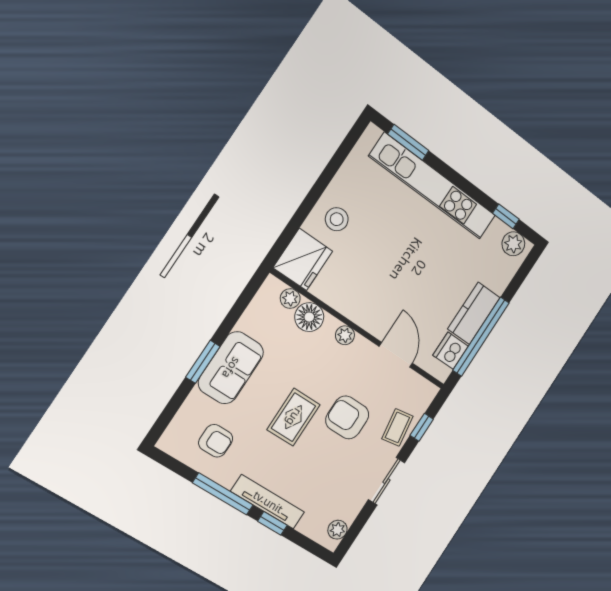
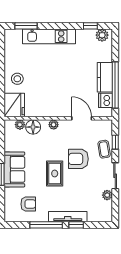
kitchen unit: (433, 186) -> (49, 36), width x0.73
plant: (337, 530) -> (107, 195), moved

